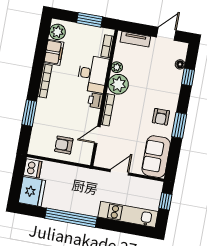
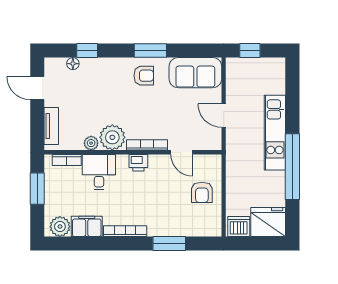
desk: (93, 74) -> (99, 172), width x0.73
kitchen unit: (128, 214) -> (275, 133), moved

